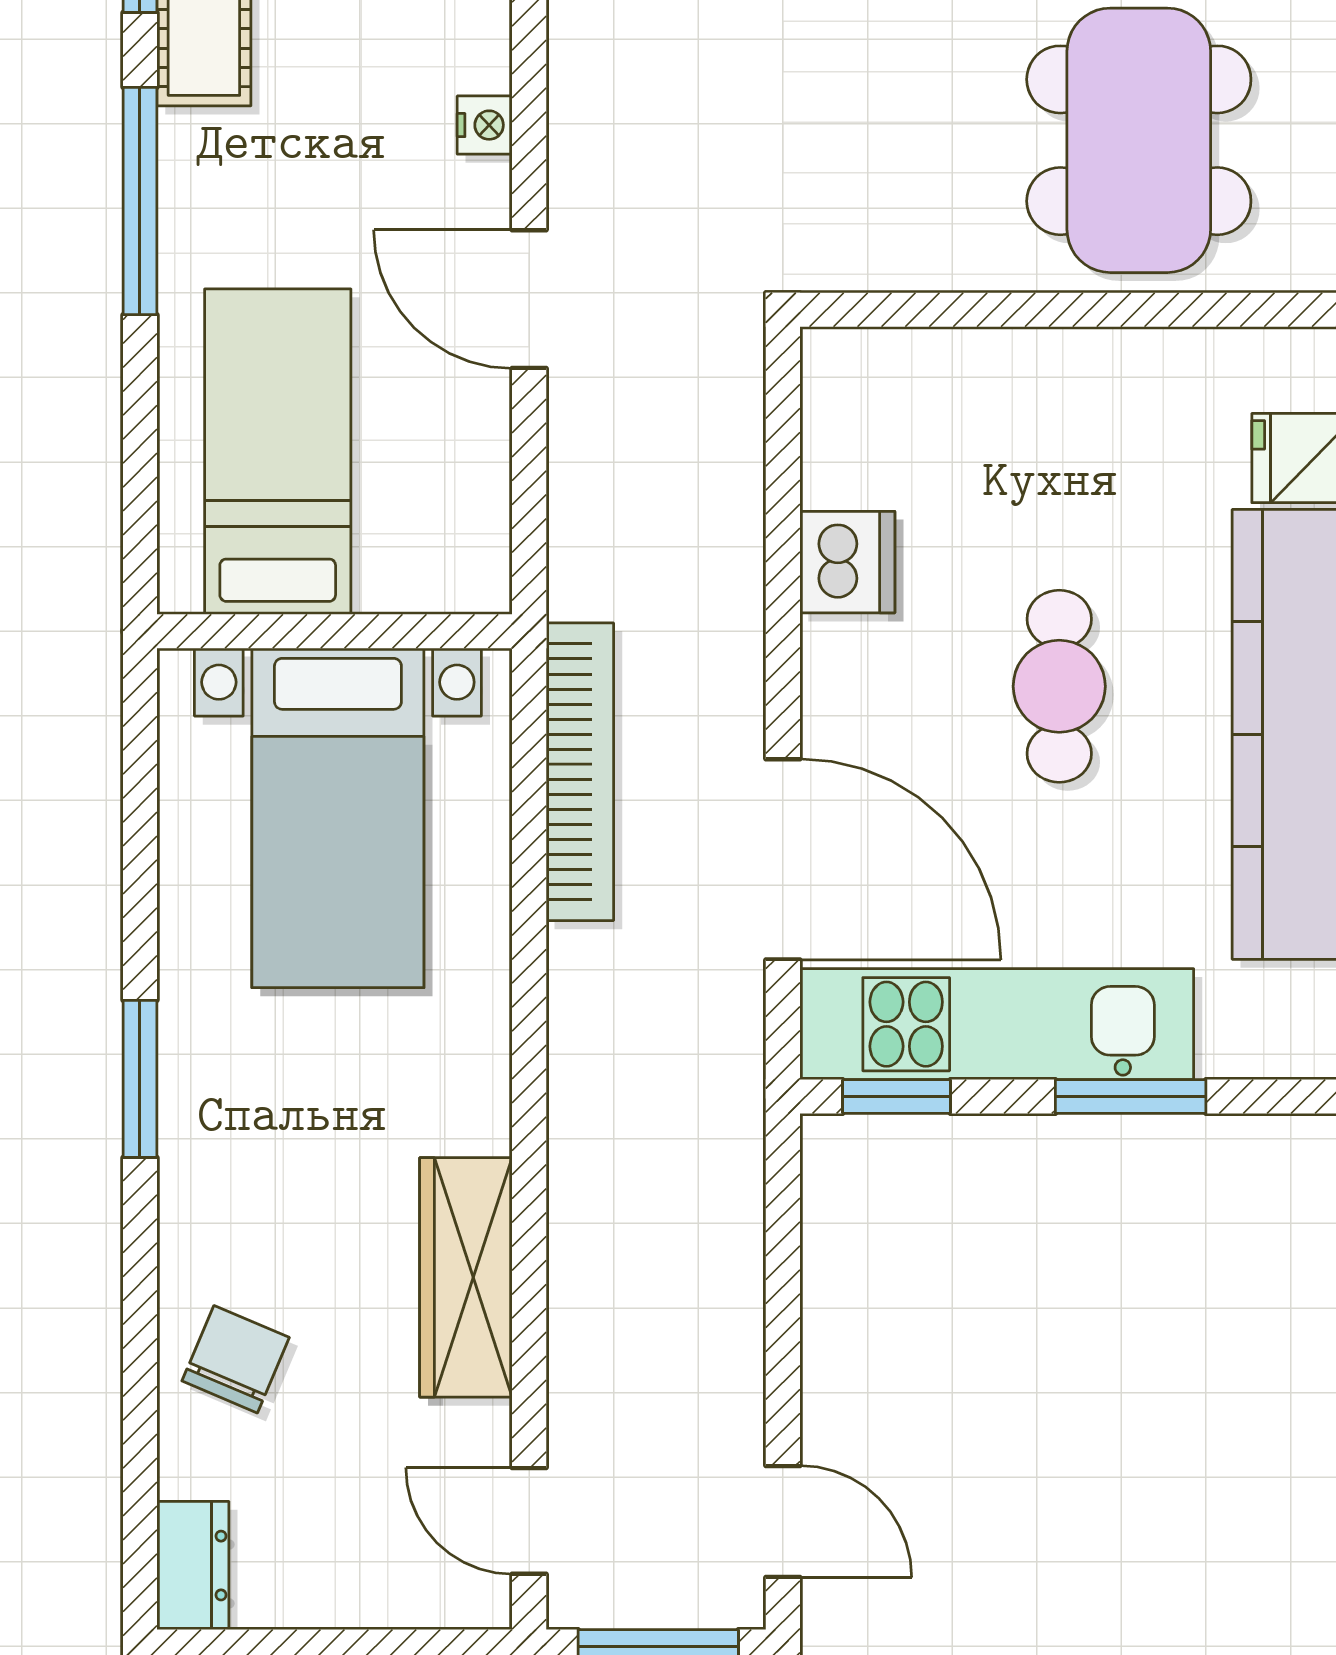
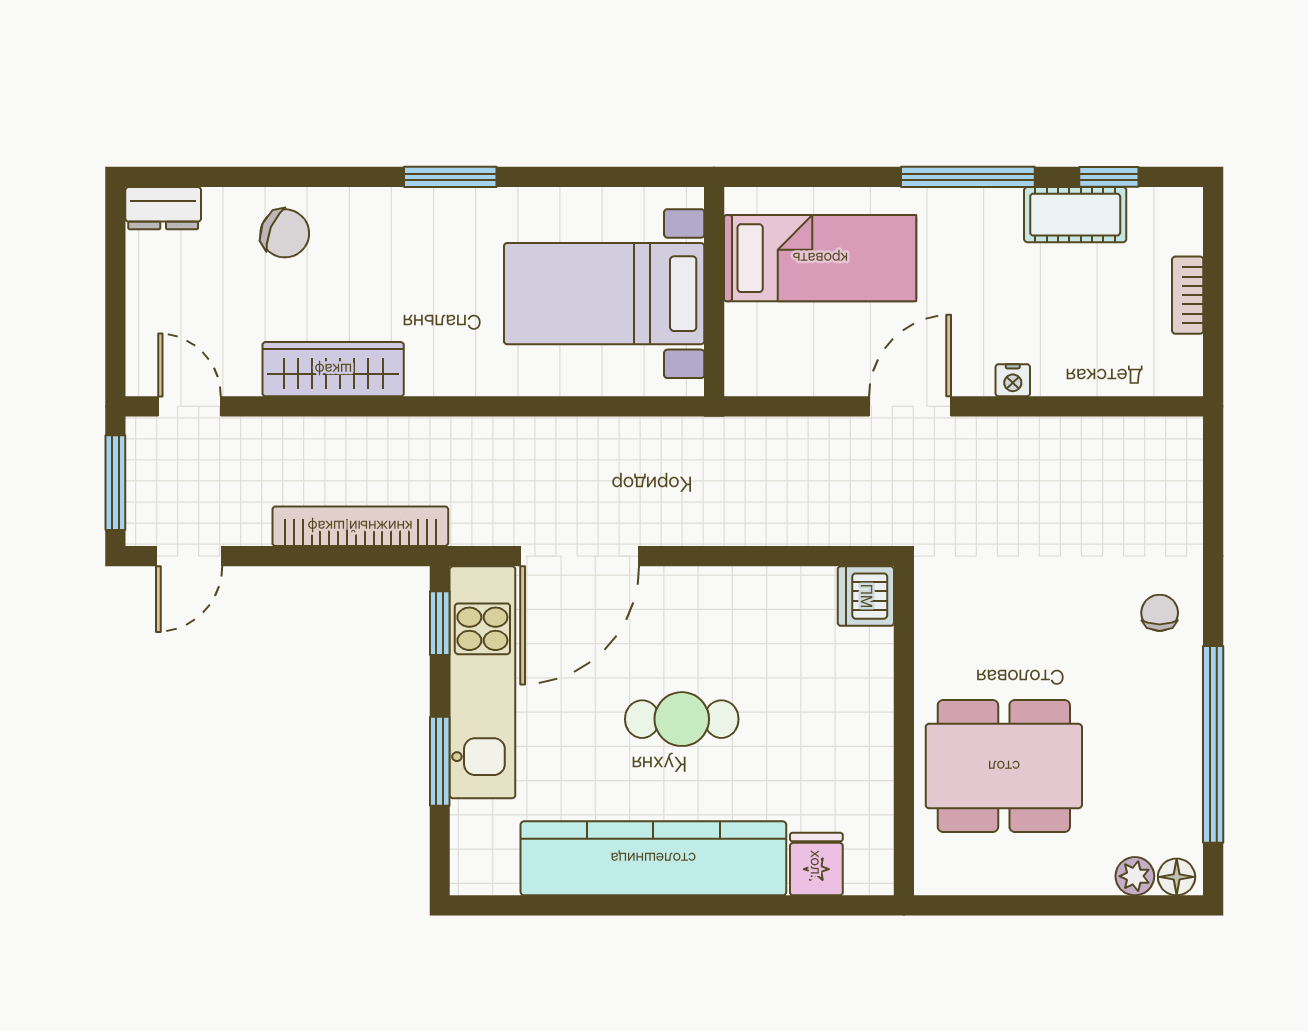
dishwasher: (847, 562) -> (866, 596), moved, turned 90
bookcase: (580, 772) -> (360, 526), moved, turned 180
door: (529, 1521) -> (190, 406), hinge flipped

